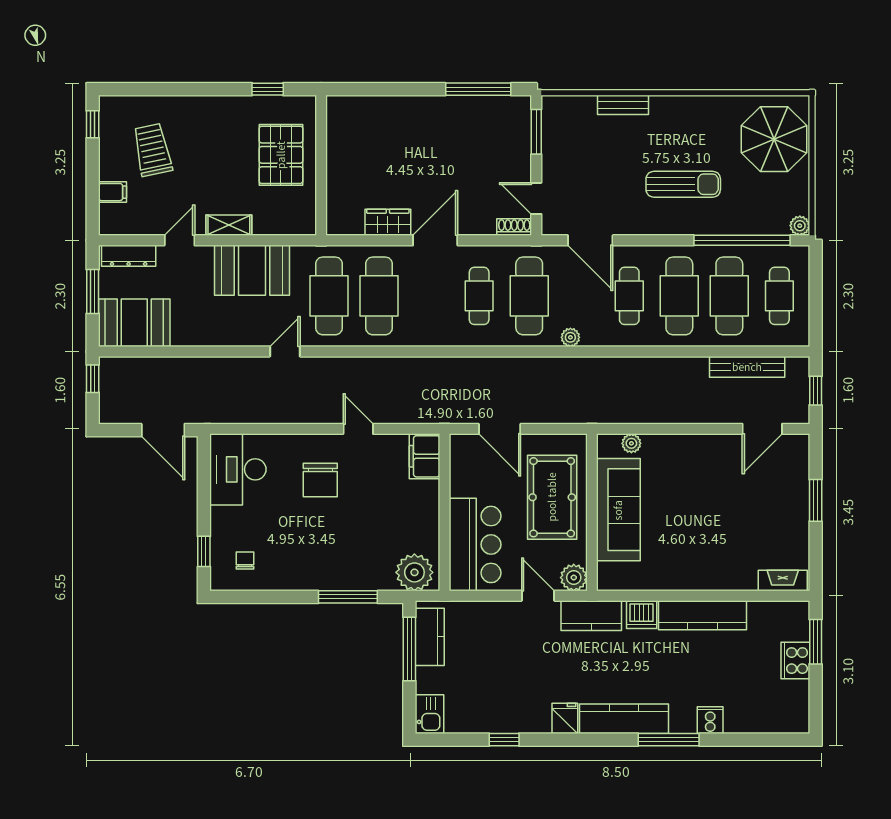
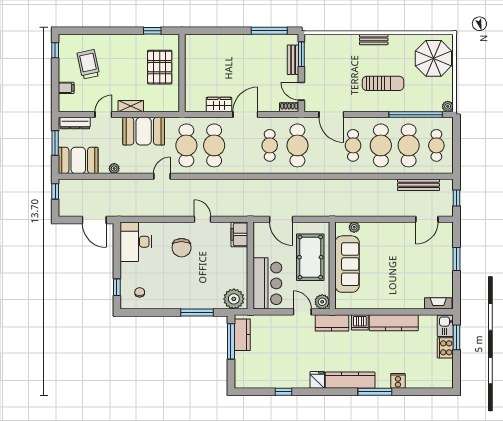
bench: (623, 105) -> (374, 39), moved
bench: (521, 142) -> (293, 60), added
plant: (570, 337) -> (114, 168), moved
kitchen sink: (429, 714) -> (445, 326), moved, turned 180

